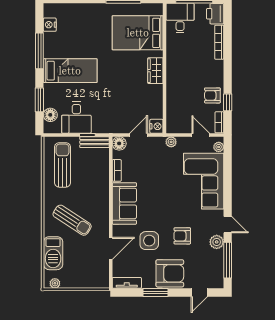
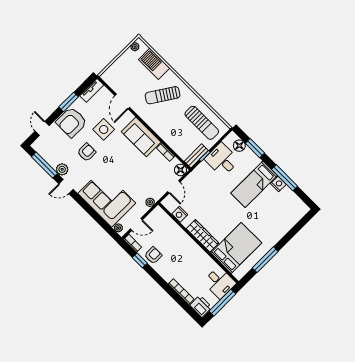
nightstand: (50, 25) -> (278, 184), moved
wardrobe: (155, 71) -> (203, 236), width x1.50
nightstand: (156, 126) -> (180, 214), moved

